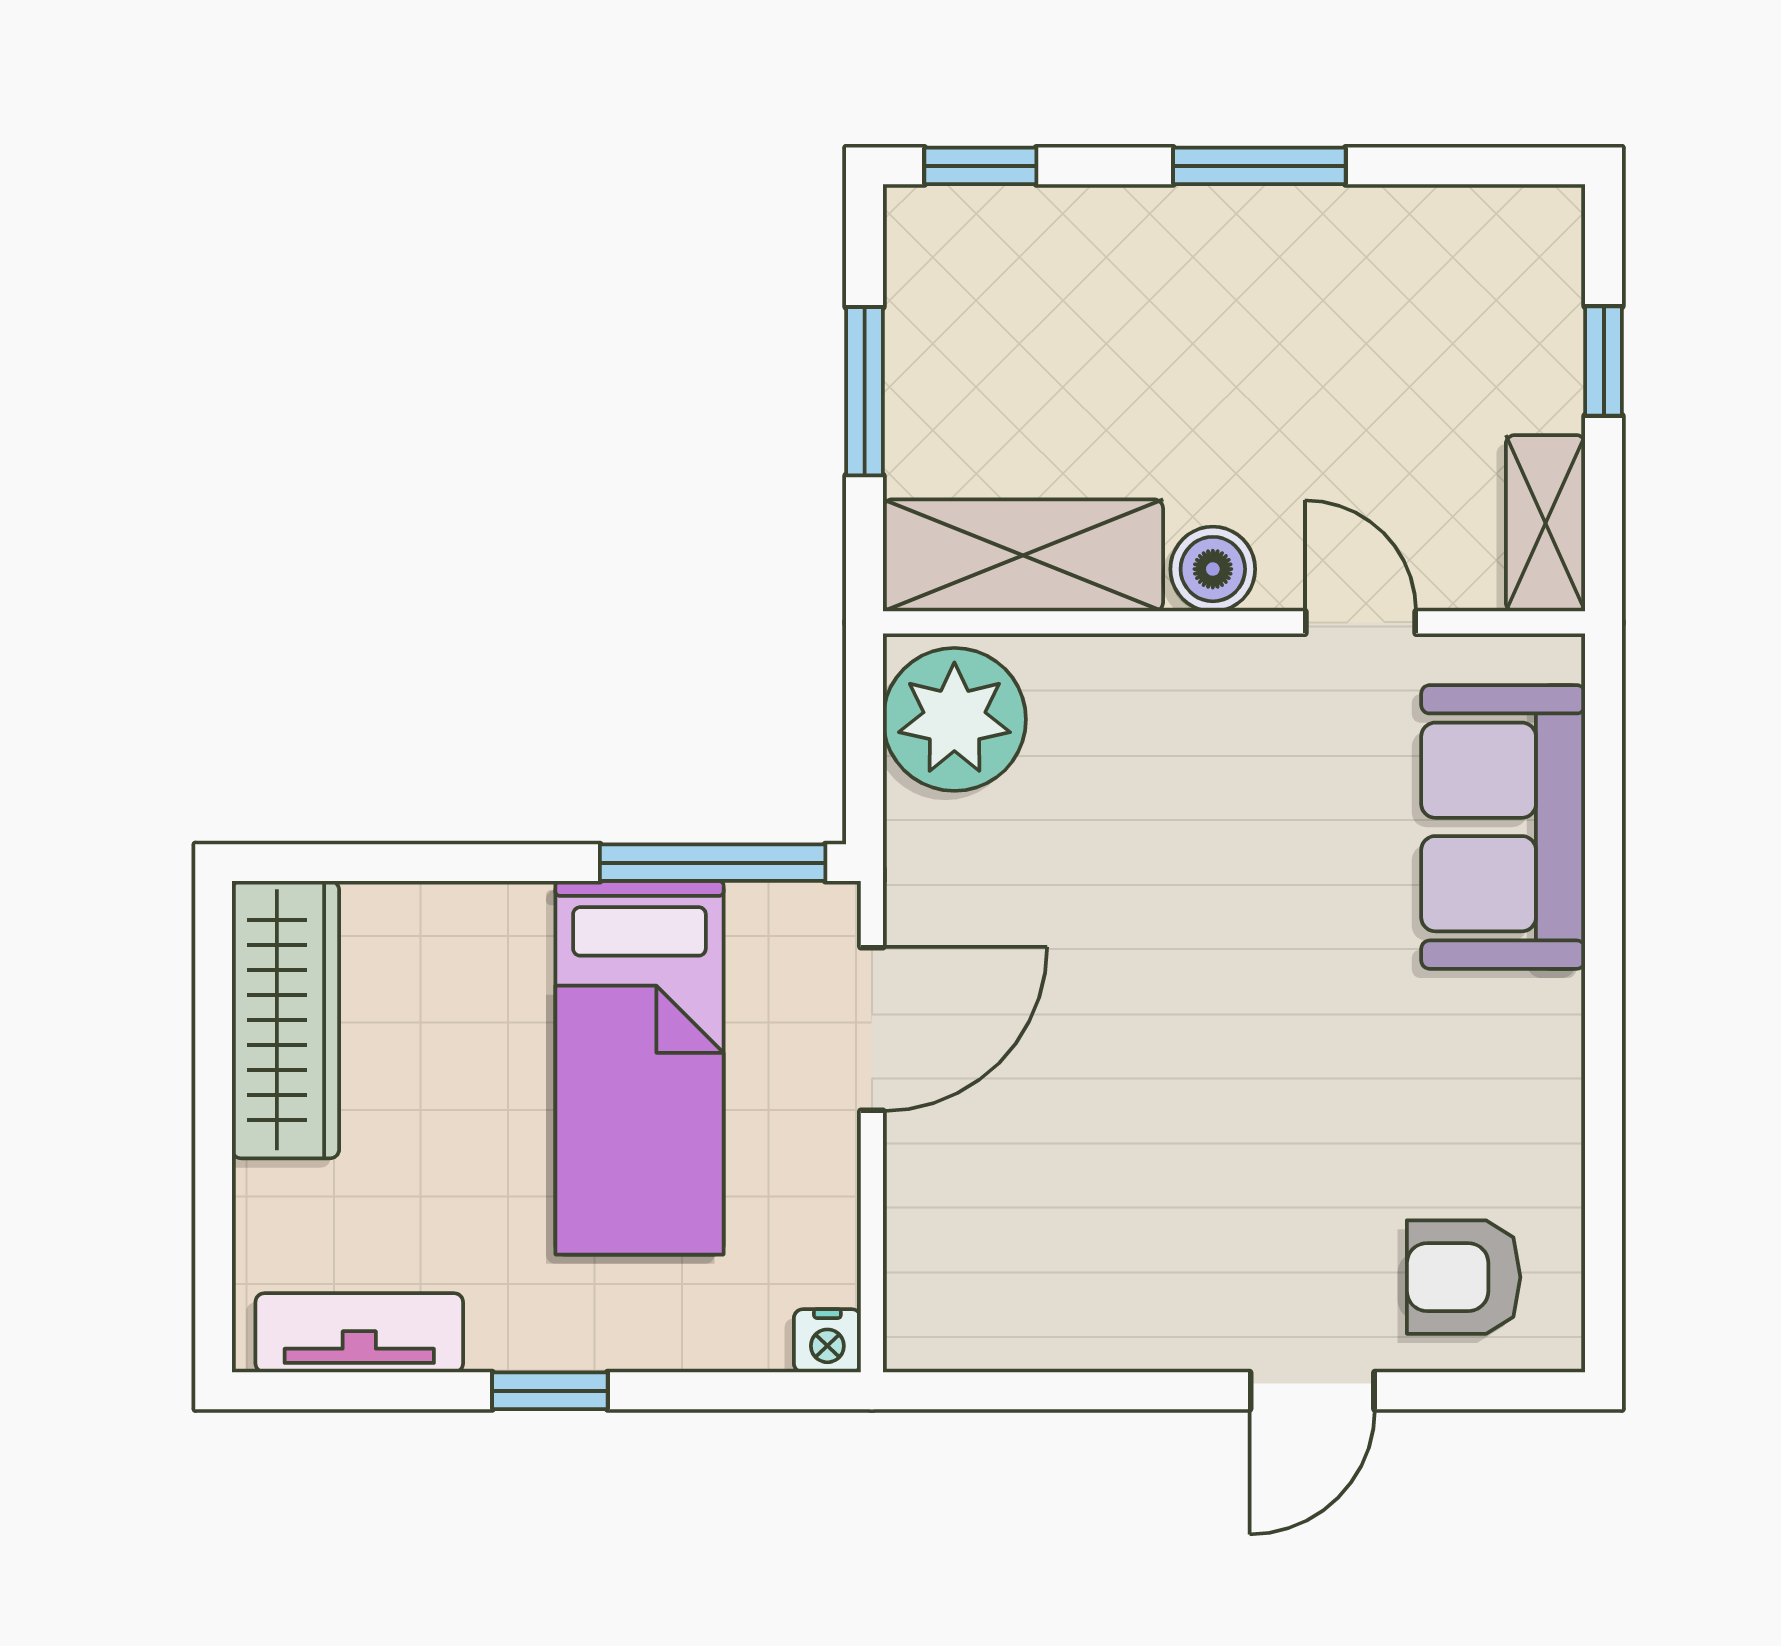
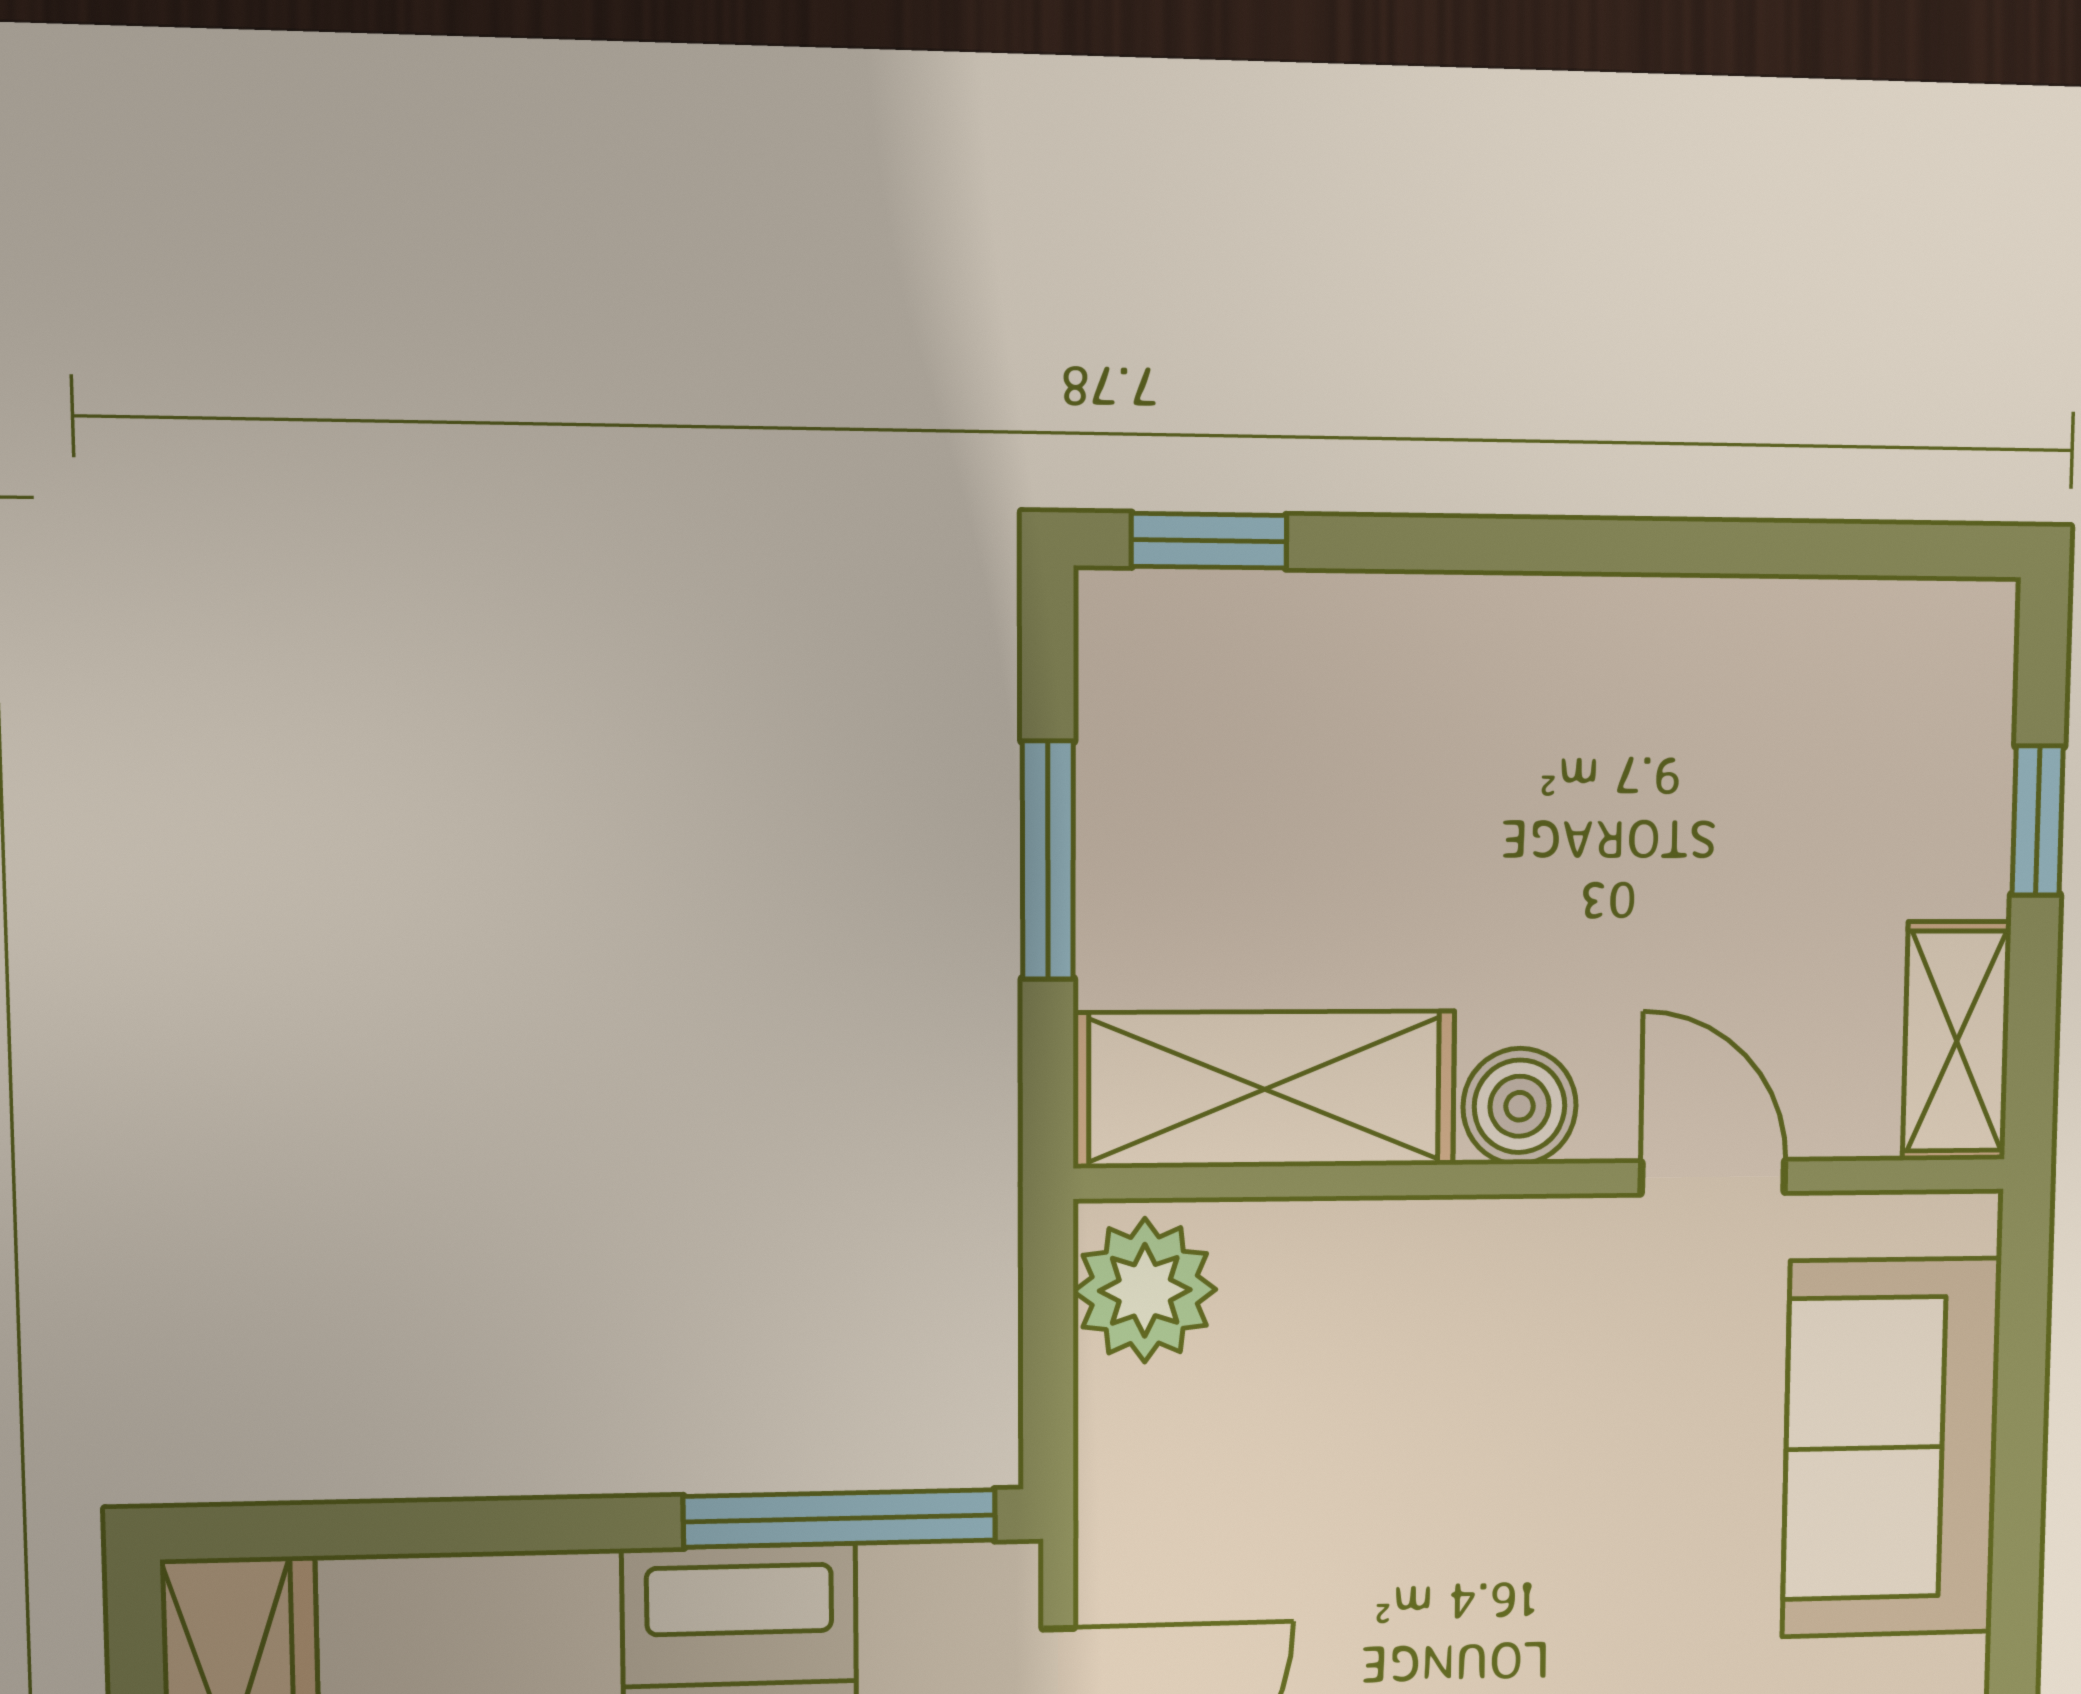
window: (1259, 166) -> (1590, 546), removed
plant: (954, 719) -> (1145, 1290), width x0.73, depth x0.73

